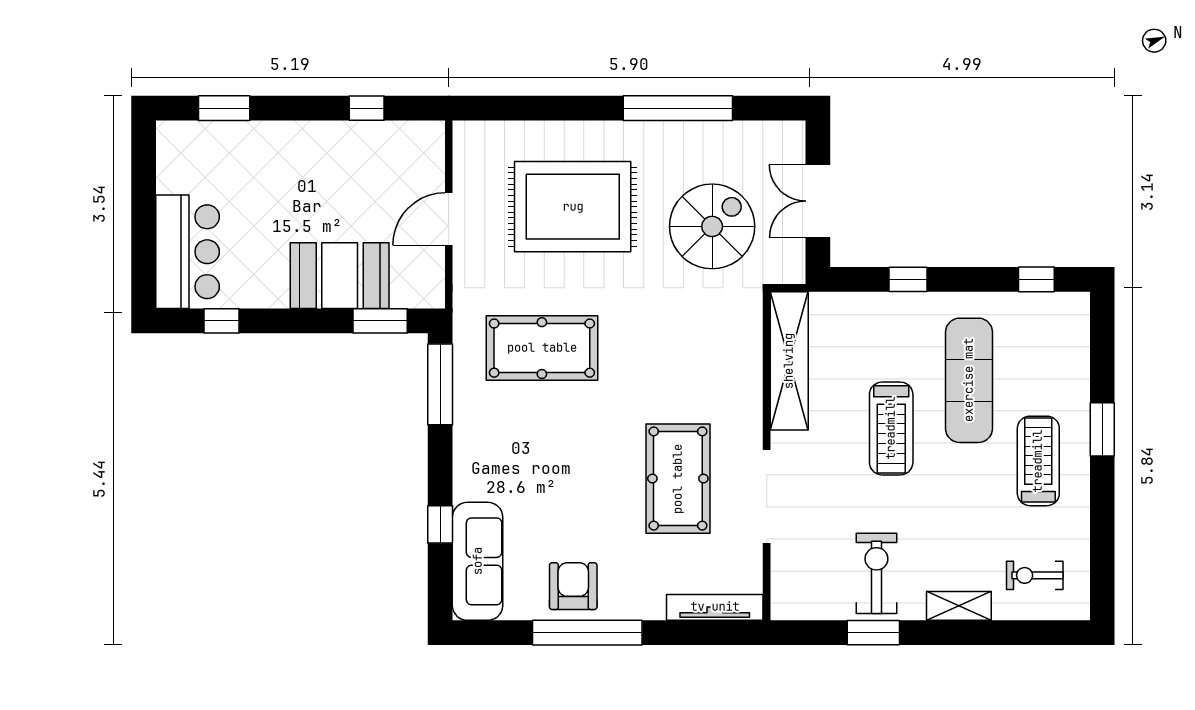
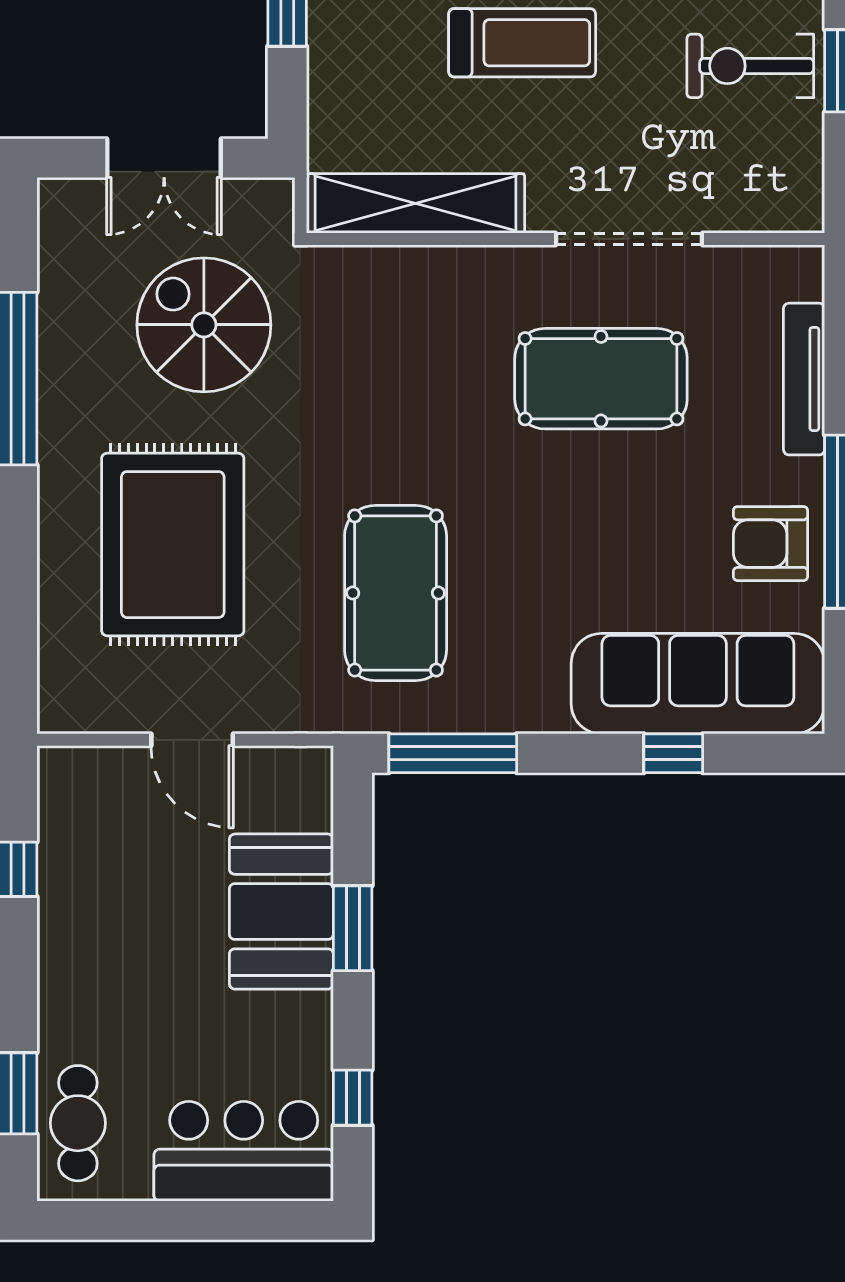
cafe table: (205, 146) -> (78, 1123), added
window: (380, 321) -> (353, 928), moved
sofa: (478, 561) -> (698, 684), width x1.36, depth x1.27
tv unit: (715, 607) -> (804, 379), moved

